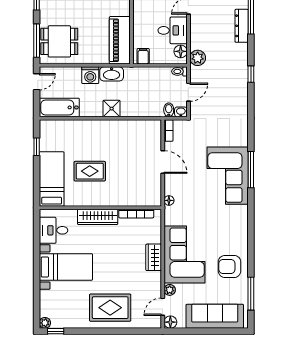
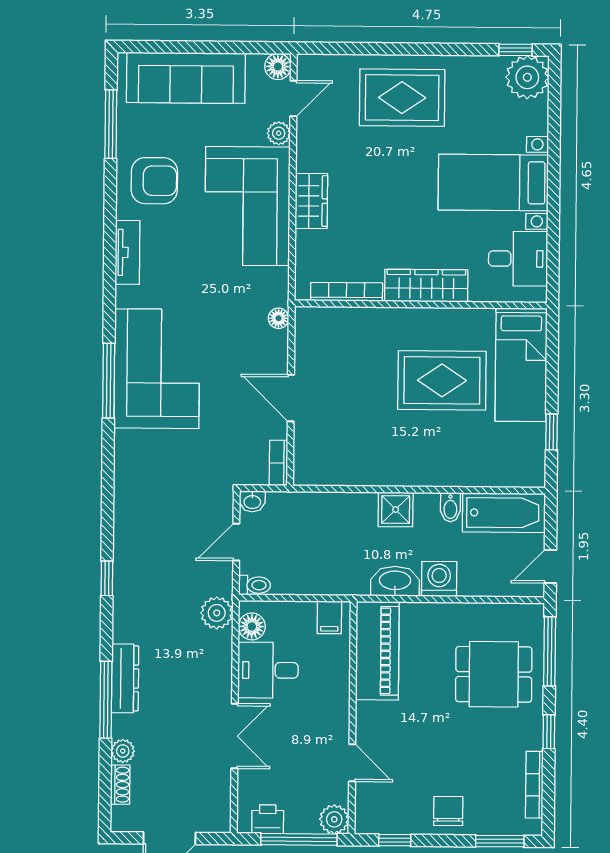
dining table: (59, 41) -> (494, 674), moved
bidet: (169, 110) -> (450, 507), moved
rug: (90, 171) -> (442, 380), width x1.36, depth x1.43
tv unit: (242, 232) -> (128, 252), added
plant: (45, 323) -> (527, 77), width x1.88, depth x1.88

